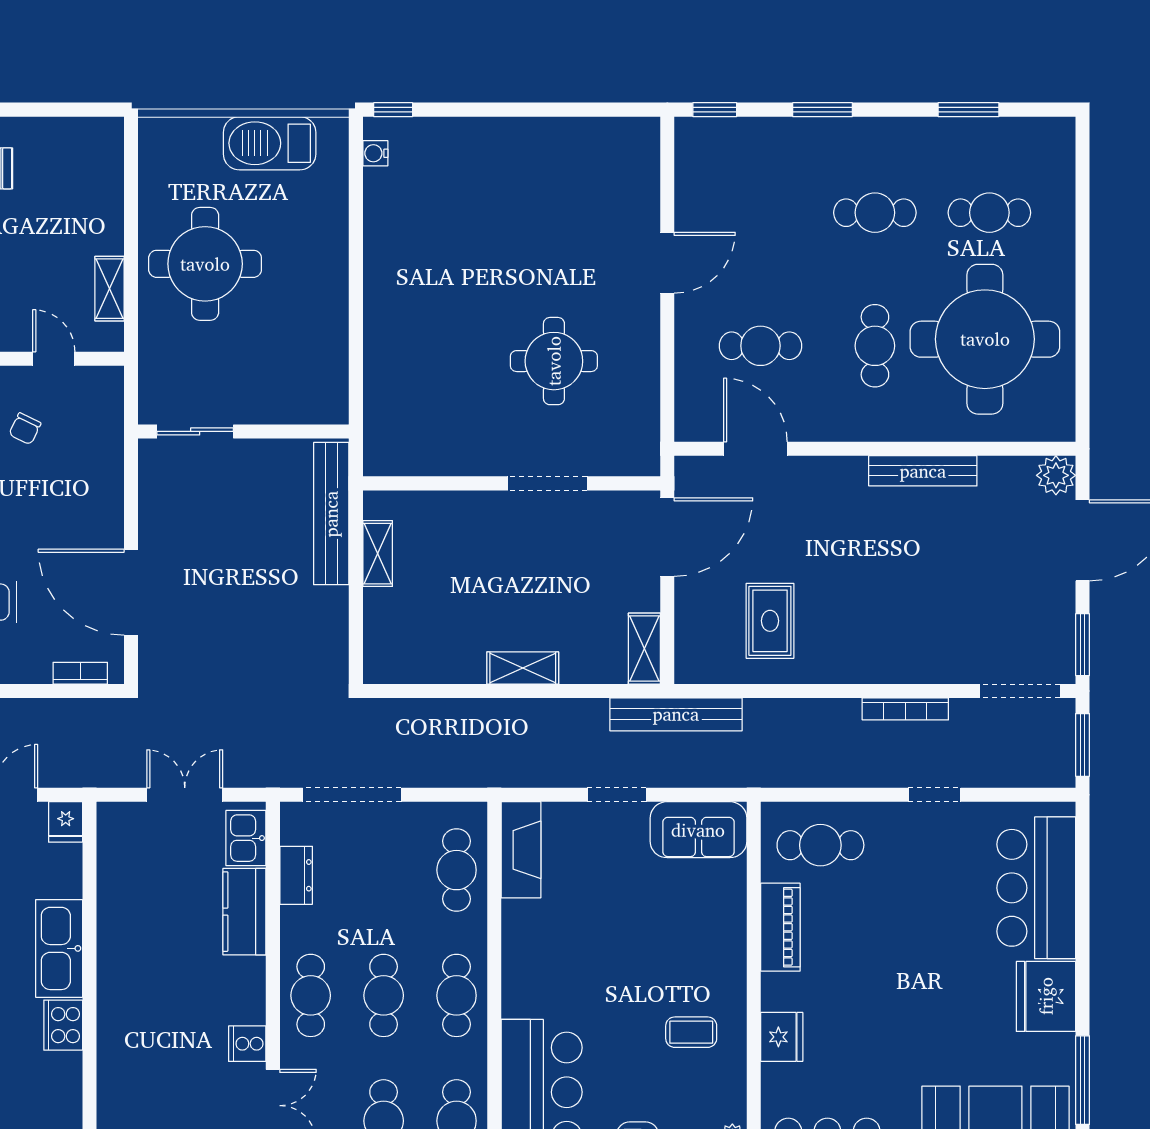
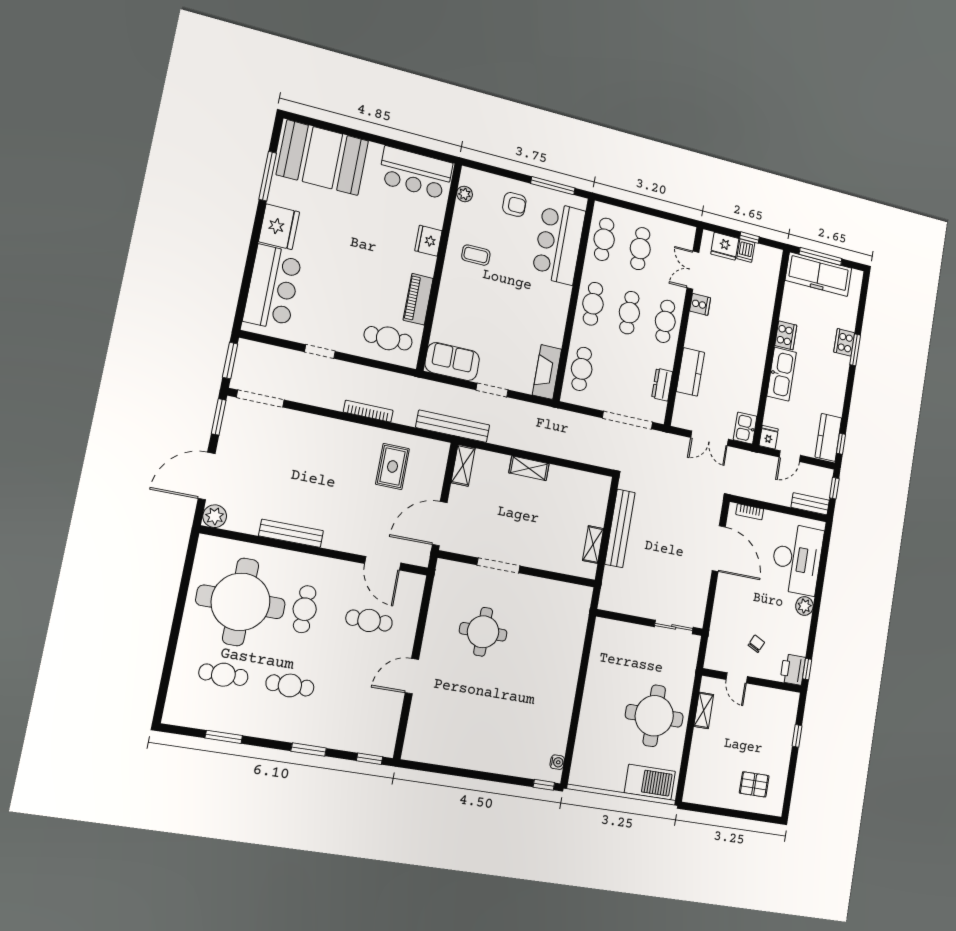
barbecue: (270, 143) -> (650, 782), moved
bench: (331, 514) -> (620, 528), moved
bookcase: (905, 709) -> (368, 411), moved
kitchen sink: (246, 838) -> (745, 428), moved, turned 180

